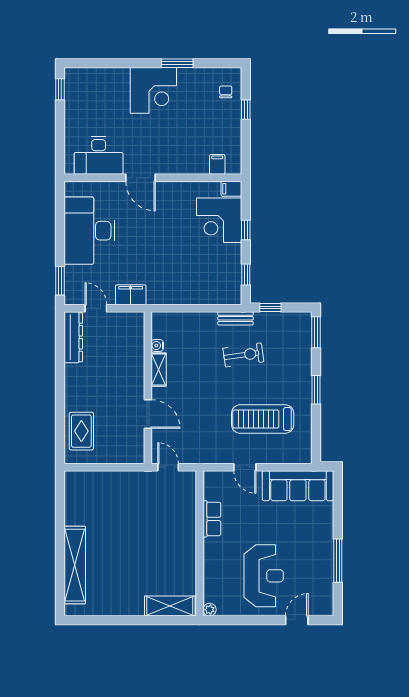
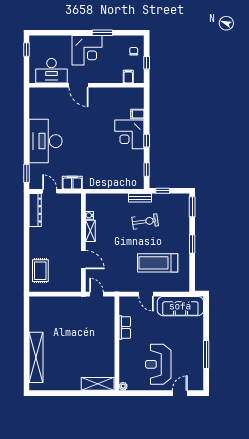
desk: (99, 155) -> (51, 71), moved
filing cabinet: (217, 164) -> (128, 77), moved
door: (140, 178) -> (79, 85), moved
wall: (153, 178) -> (87, 85), moved
reception desk: (264, 576) -> (158, 364), turned 180

